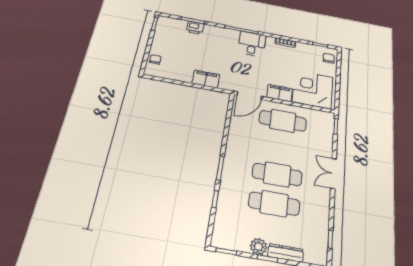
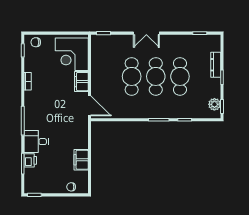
desk: (252, 44) -> (36, 142), moved
filing cabinet: (206, 79) -> (81, 160), moved
cafe table: (283, 121) -> (132, 76), moved
plant: (259, 246) -> (214, 104), moved

